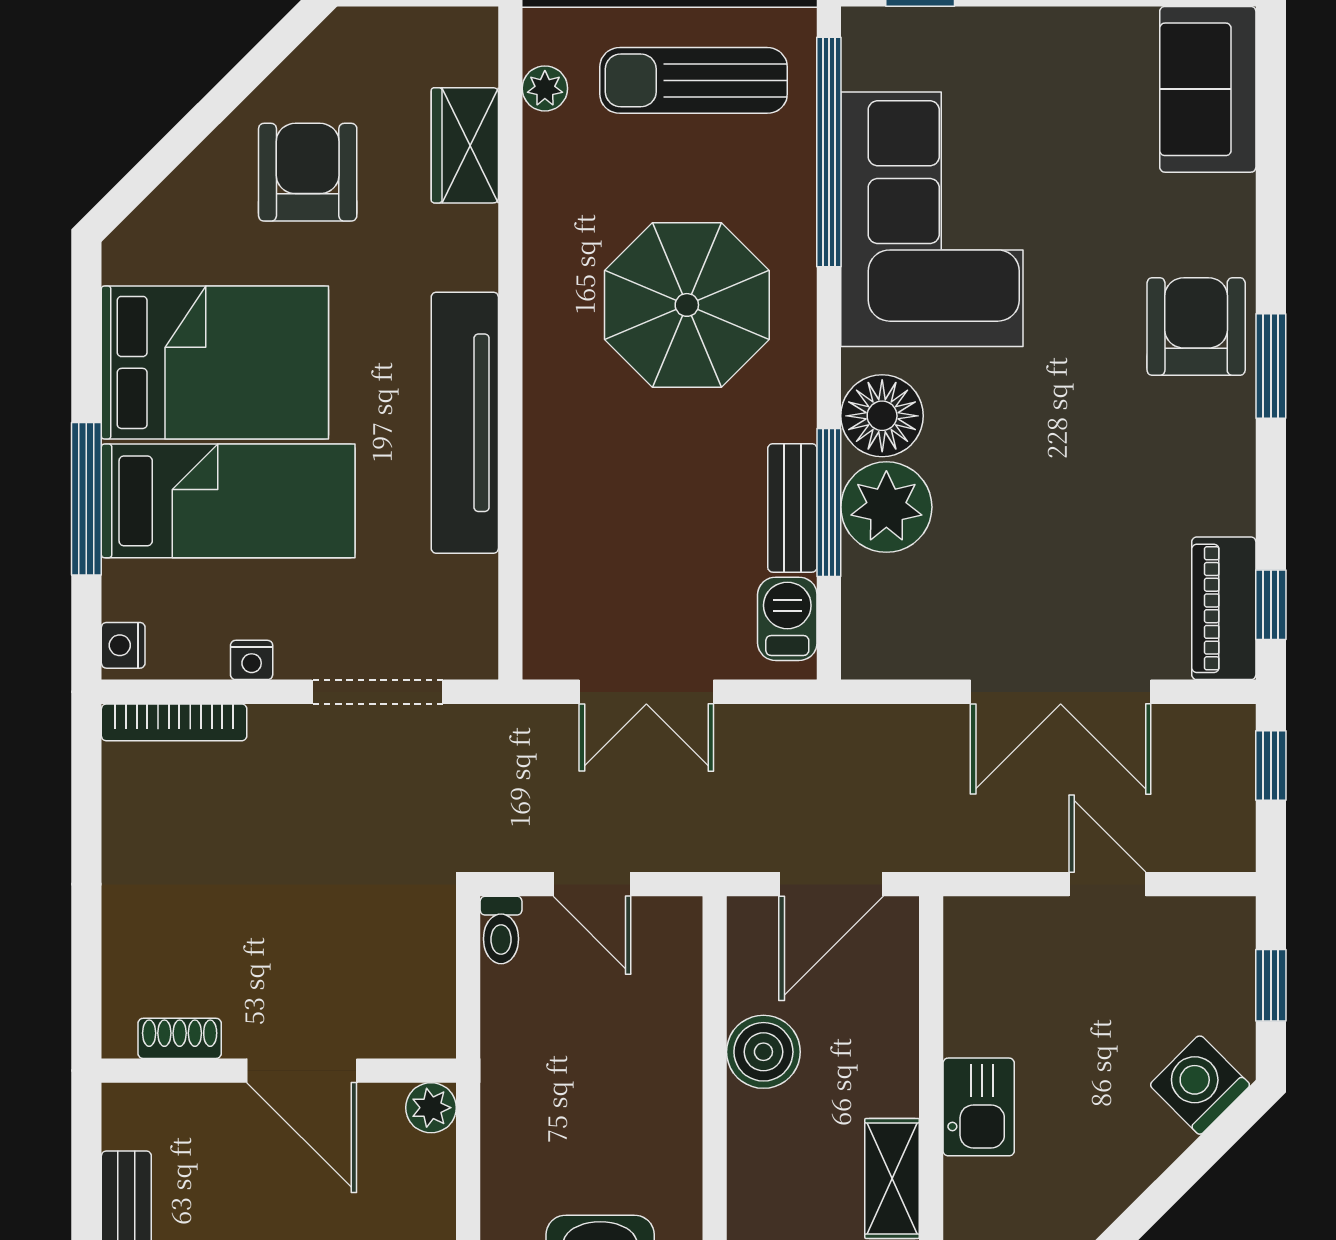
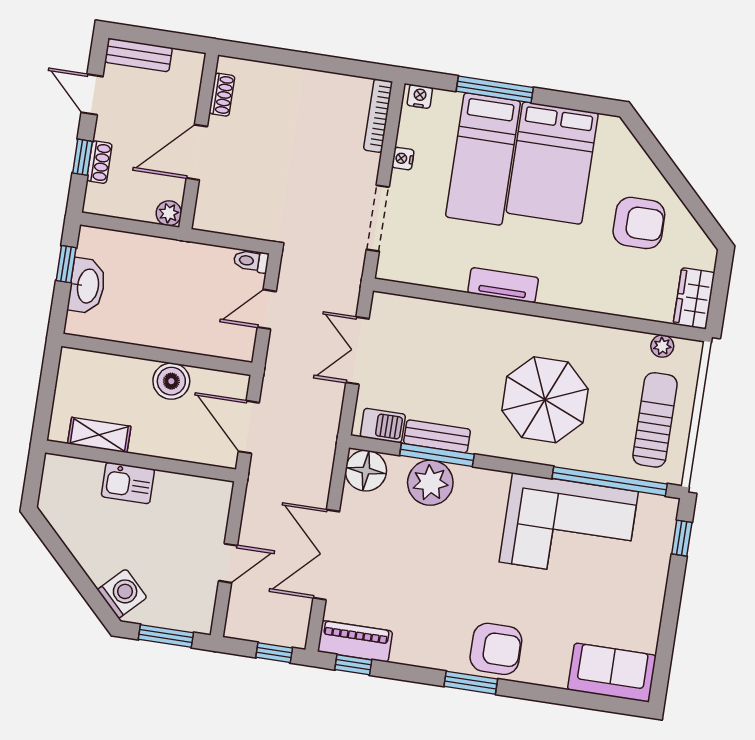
wardrobe: (465, 145) -> (694, 298), moved, turned -90
floor lamp: (882, 416) -> (366, 471), moved
tv unit: (465, 423) -> (503, 285), width x0.52, depth x0.78
window: (1271, 985) -> (166, 636), width x1.50

